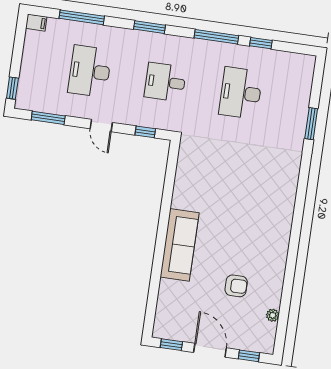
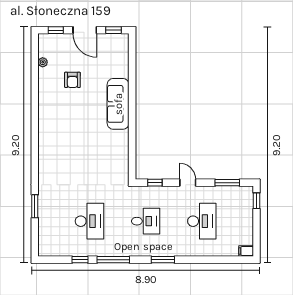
window: (82, 17) -> (213, 260), removed
armchair: (236, 286) -> (72, 80), turned -90

